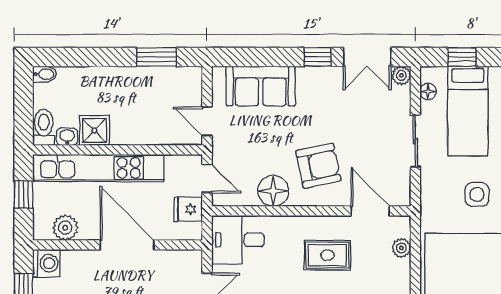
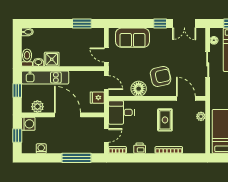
plant: (401, 75) -> (201, 33), removed
kitchen unit: (98, 168) -> (45, 78), width x0.73
rug: (327, 255) -> (165, 120), turned 90

